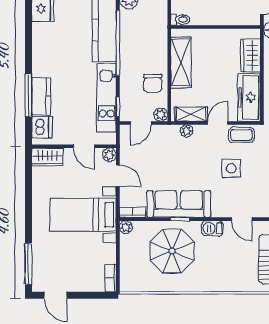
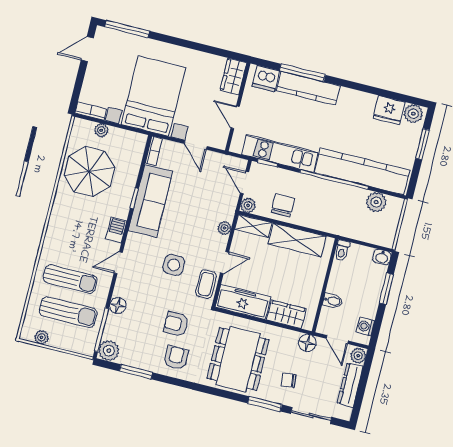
bidet: (228, 17) -> (333, 301), added
chair: (153, 83) -> (283, 205), turned 90
kitchen counter: (41, 96) -> (308, 88), width x1.50
shelving: (191, 114) -> (253, 226), moved, turned 90
door: (218, 123) -> (224, 263), hinge flipped
door: (84, 146) -> (235, 117), hinge flipped
plant: (109, 155) -> (220, 142), removed
door: (118, 176) -> (196, 145), hinge flipped
bed with nightstands: (83, 215) -> (153, 96), width x1.36
plant: (126, 227) -> (101, 130), moved
parasol: (172, 251) -> (89, 171), moved

